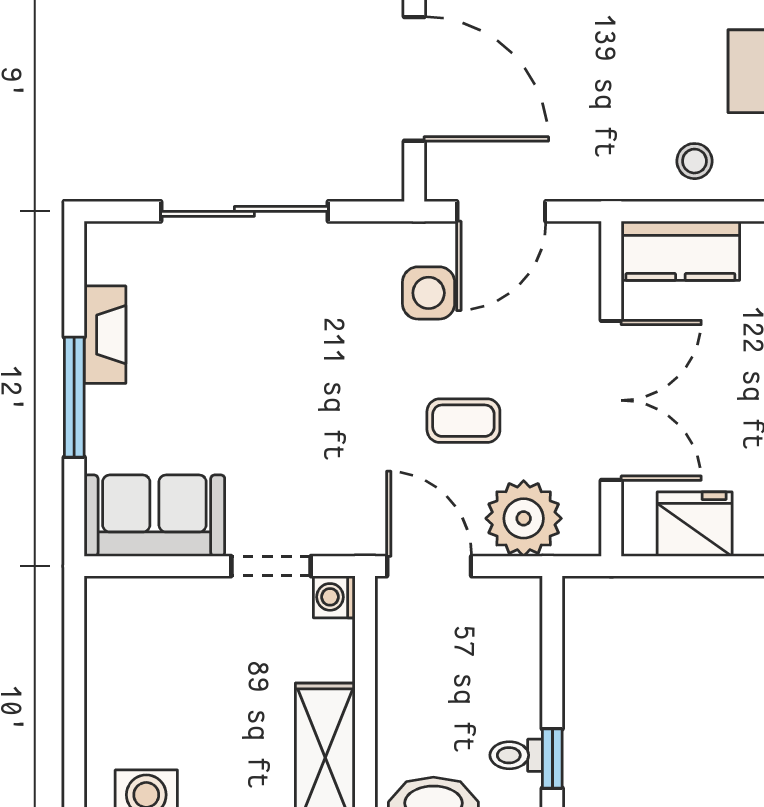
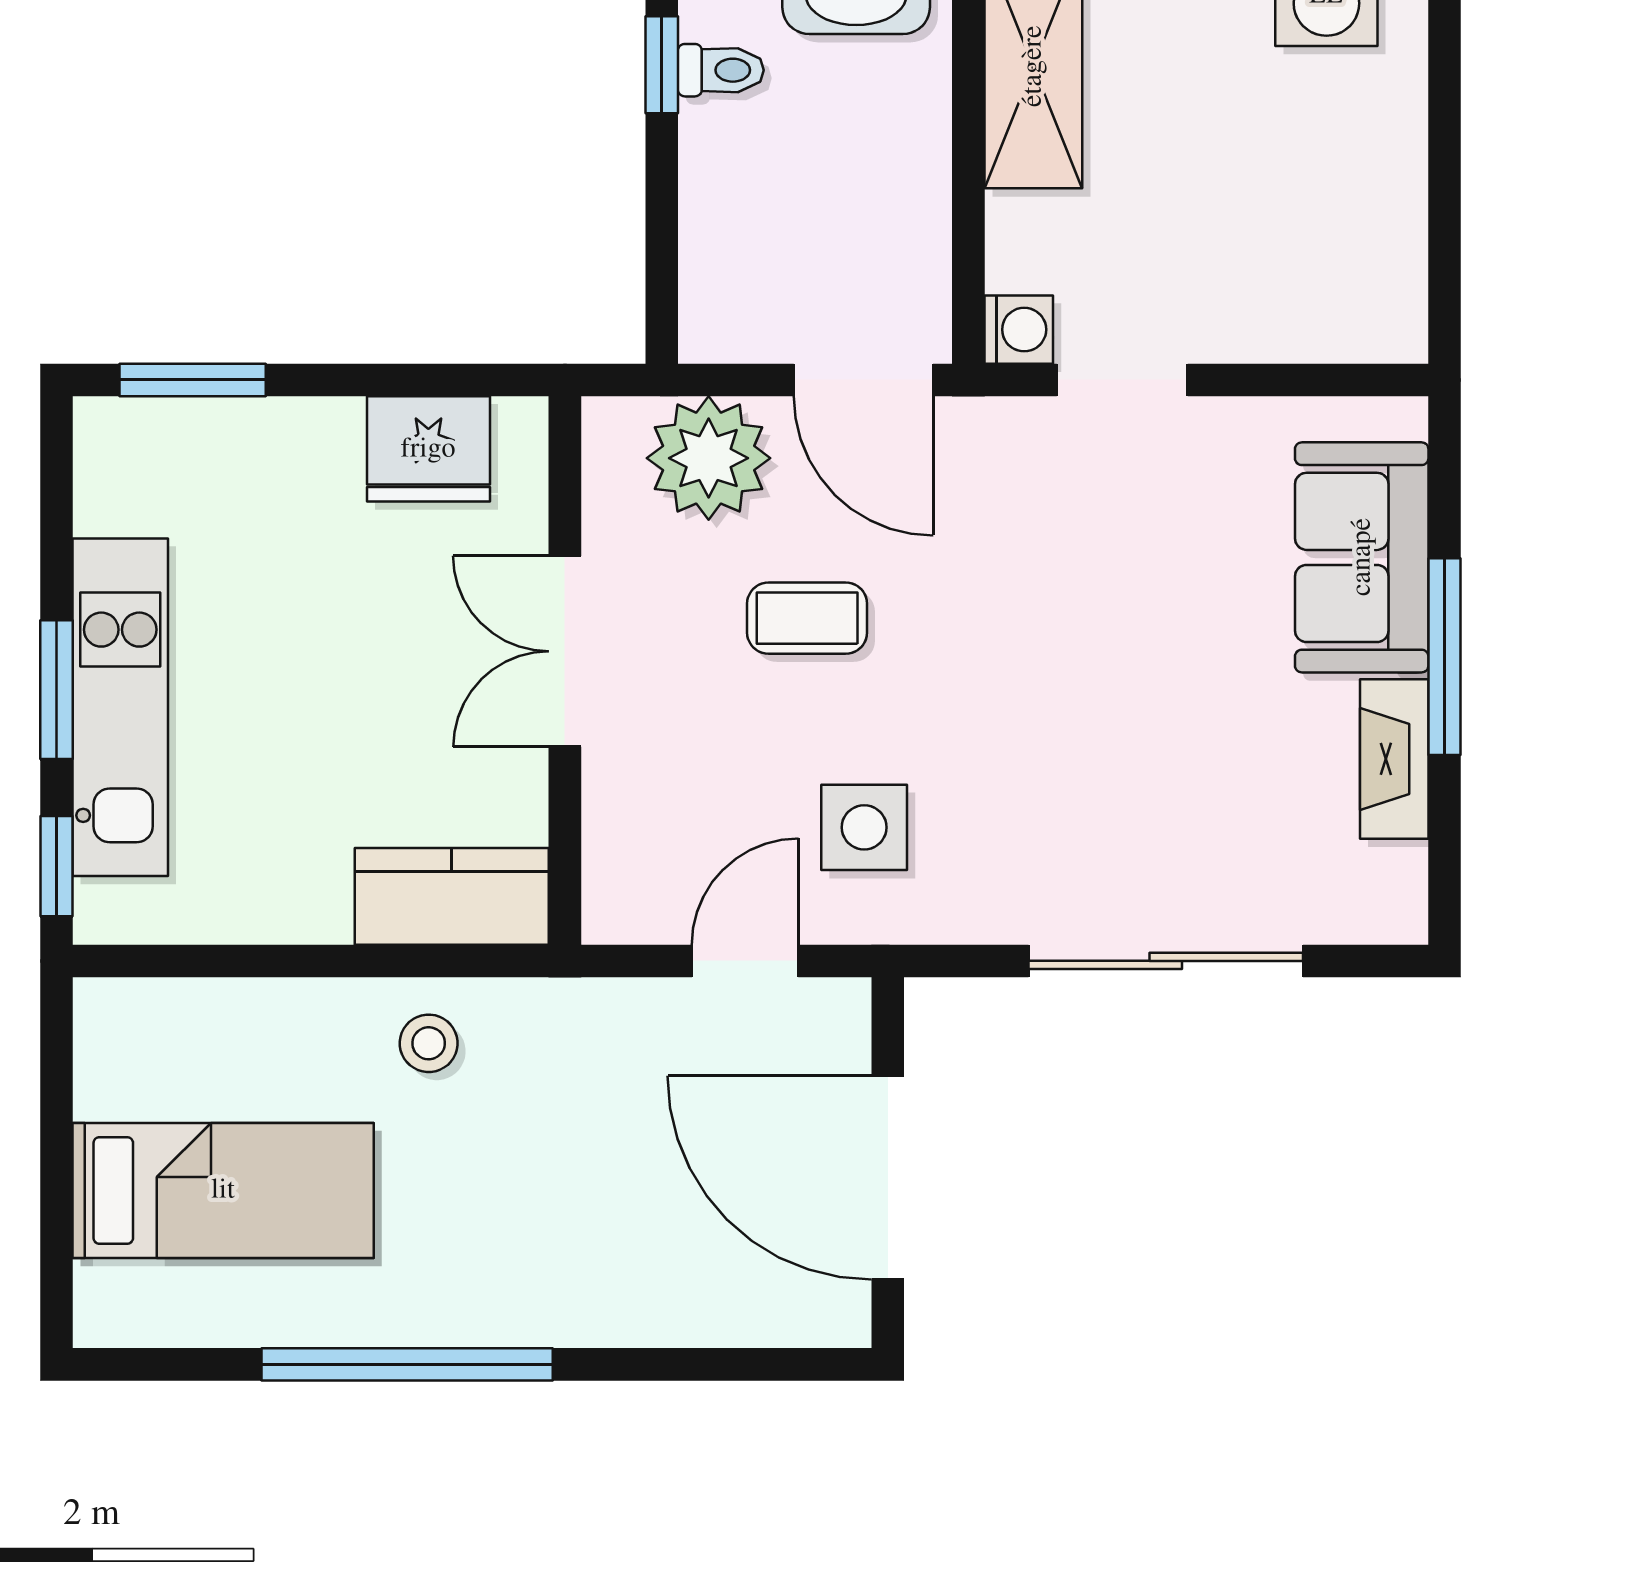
door: (501, 211) -> (745, 961), width x0.73
double door: (611, 400) -> (565, 651), width x0.73
sofa: (154, 516) -> (1362, 557), moved, turned 90

